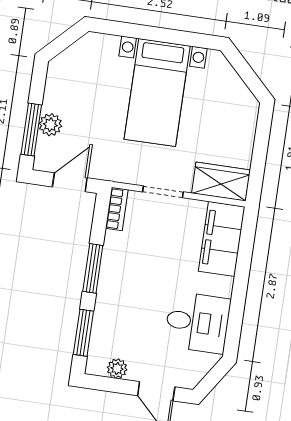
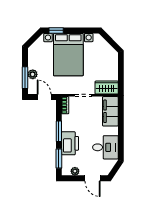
window: (121, 29) -> (56, 30), added
bed with nightstands: (157, 93) -> (68, 55), width x1.36
door: (70, 182) -> (44, 97), hinge flipped
printer: (115, 301) -> (70, 143), added

